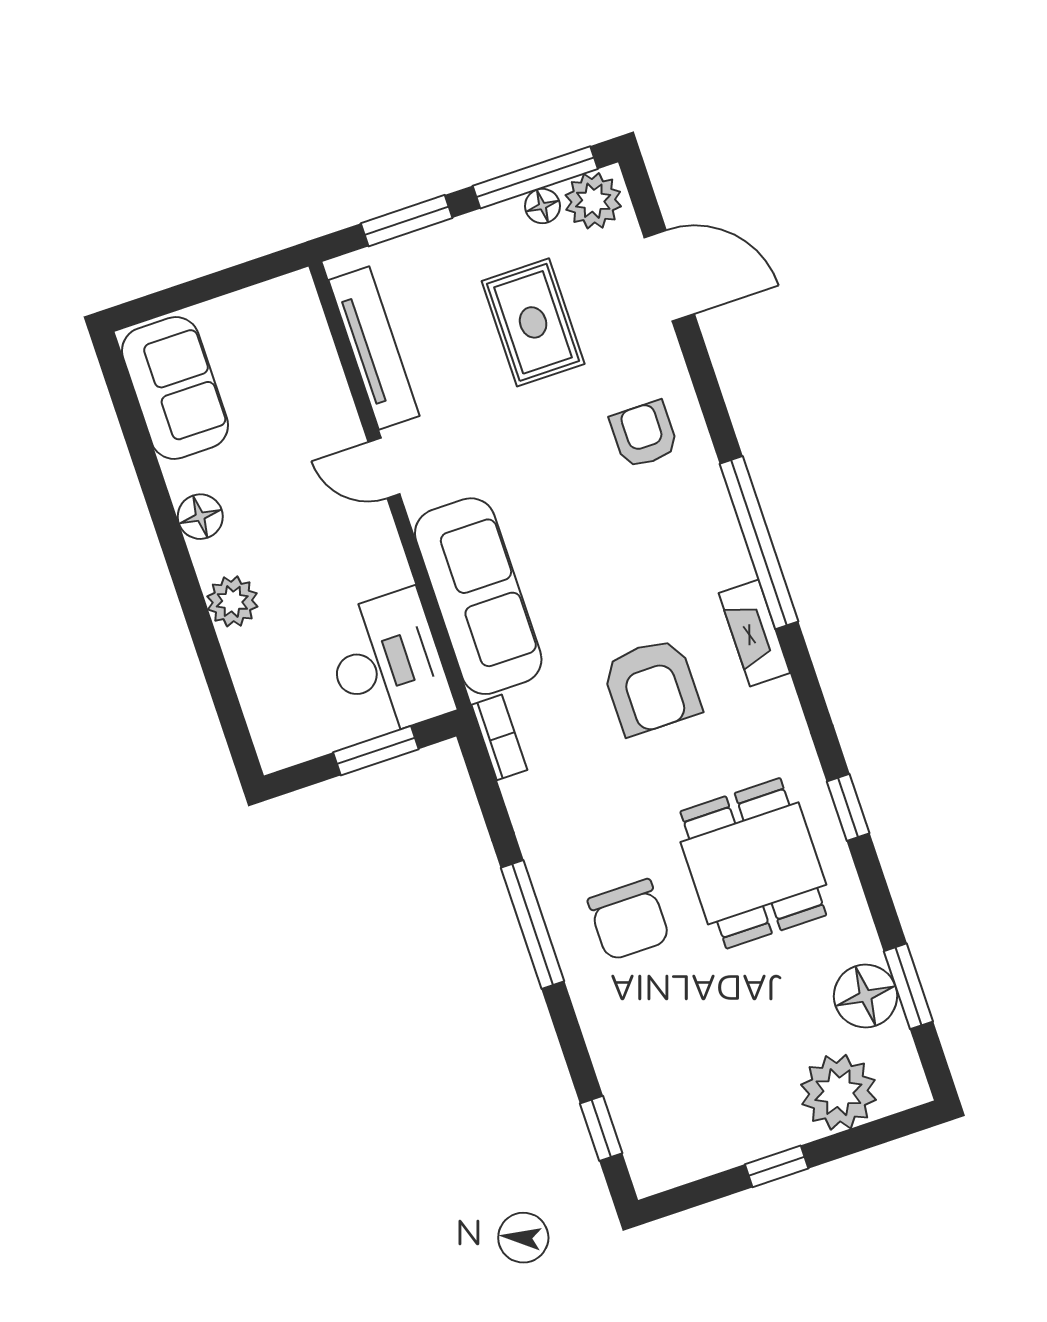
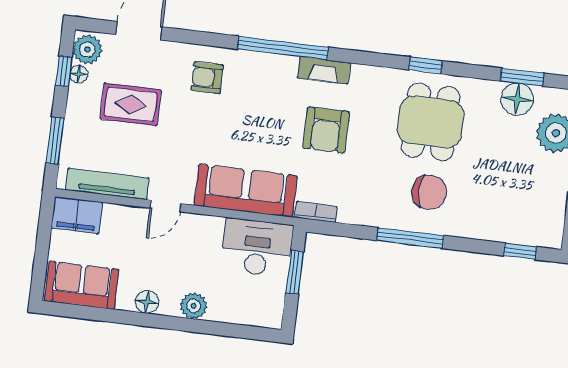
window: (535, 177) -> (64, 71), width x0.46
filing cabinet: (294, 321) -> (77, 215), added
armchair: (652, 686) -> (326, 130), turned 90
dining table: (753, 863) -> (431, 122), turned 90

